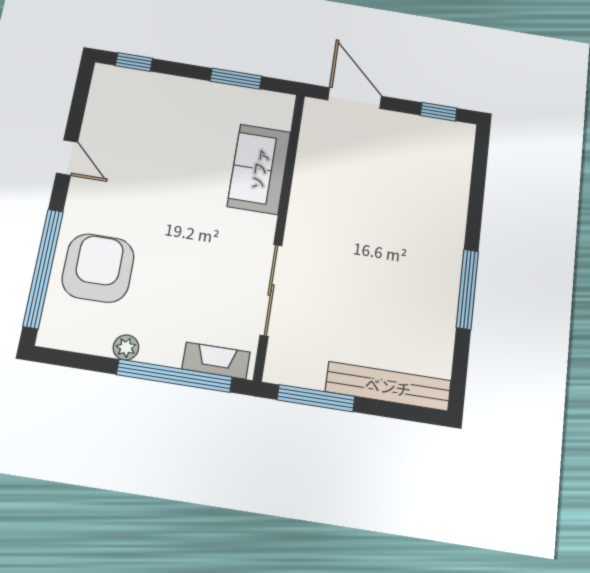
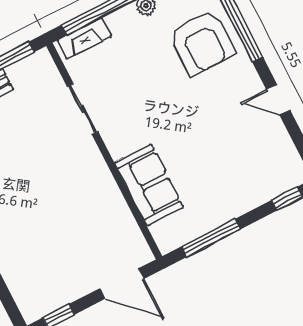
window: (236, 79) -> (211, 238), width x1.44
sliding door: (271, 290) -> (83, 109), width x0.73

